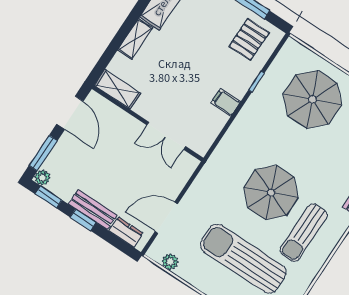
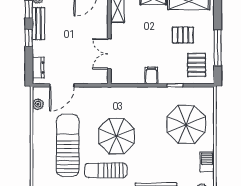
pallet: (202, 32) -> (183, 35), added
pallet: (249, 39) -> (197, 65), turned 90
bench: (93, 209) -> (38, 24), moved
door: (166, 218) -> (62, 85), swing flipped

